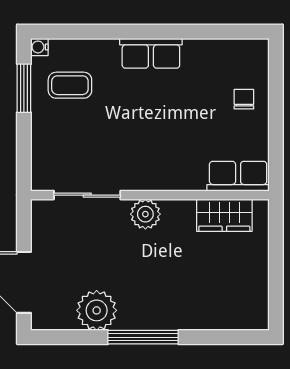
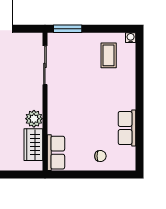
row of seats: (151, 53) -> (127, 128), moved
window: (24, 88) -> (68, 29), moved
plant: (145, 214) -> (34, 119), moved

